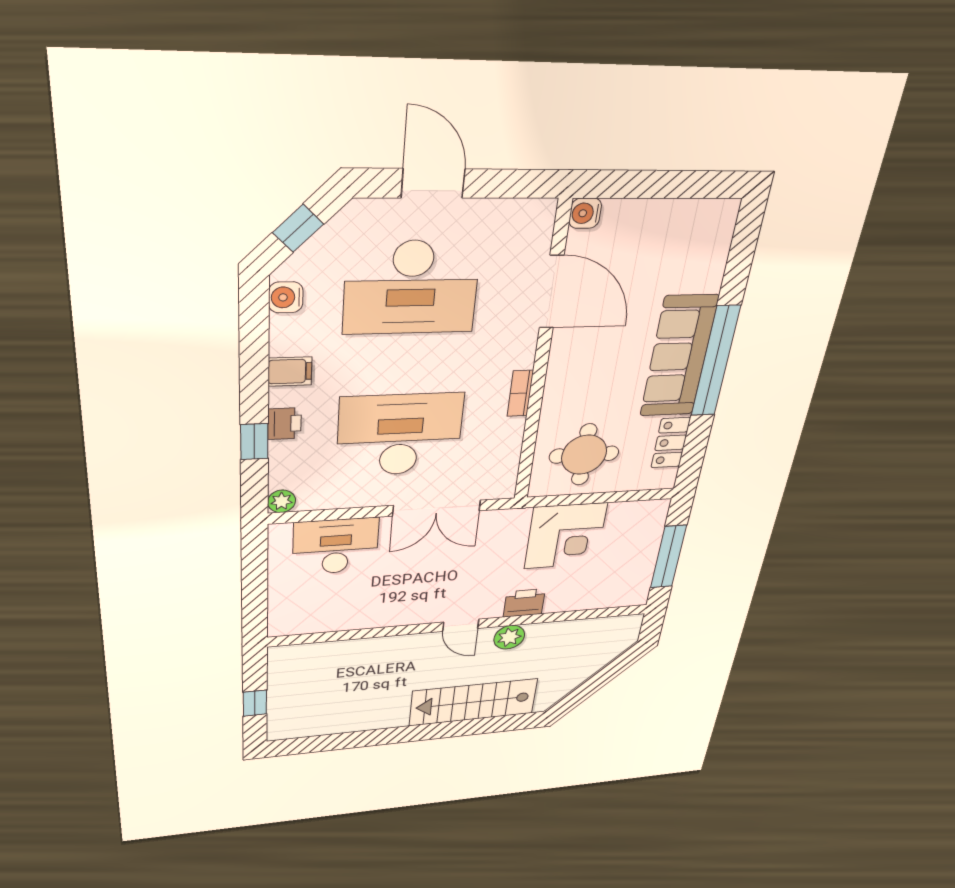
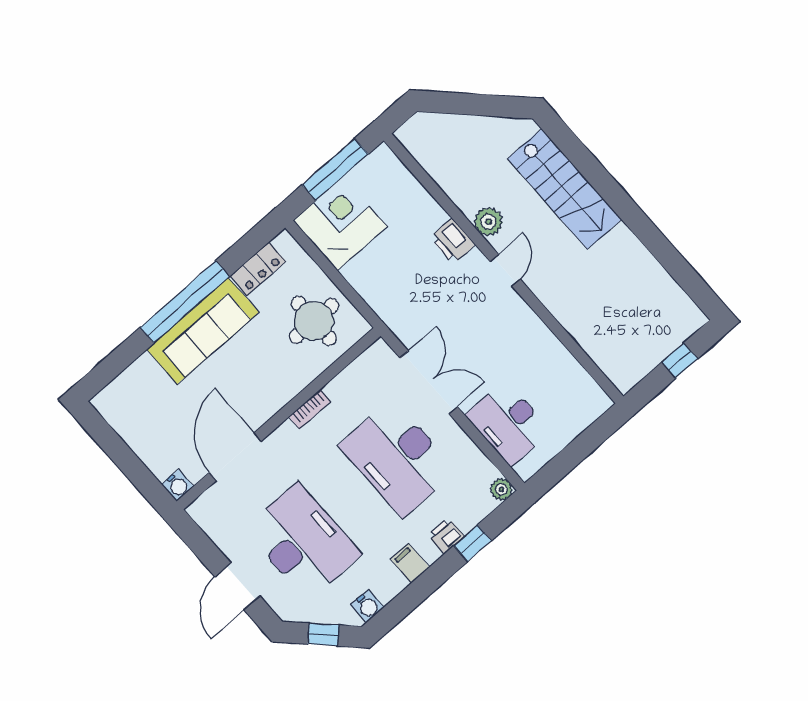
corner desk: (565, 536) -> (340, 223), moved

